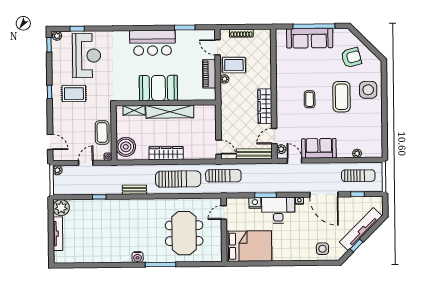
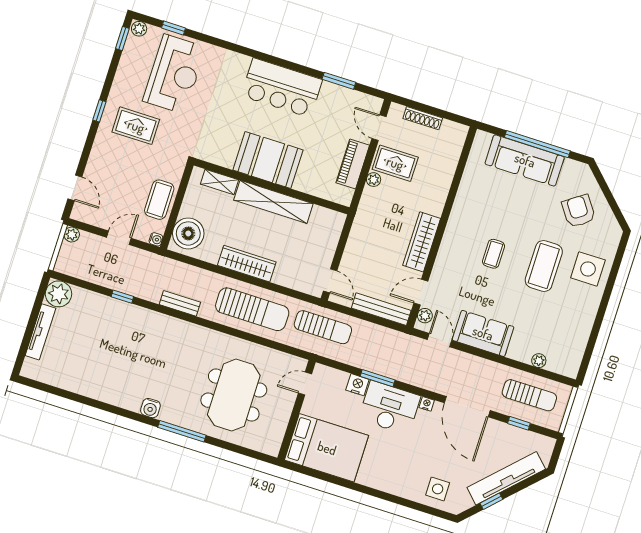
armchair: (351, 58) -> (579, 211), turned -110

